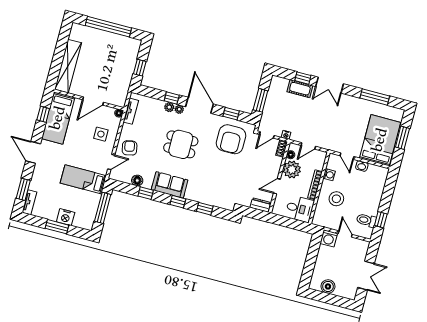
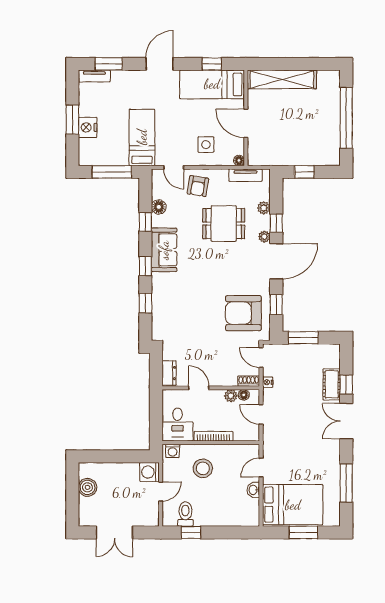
plant: (169, 107) -> (264, 208), moved
dining table: (181, 144) -> (224, 224), moved, turned 90
armchair: (130, 148) -> (198, 186), turned 111
plant: (292, 169) -> (231, 396), width x0.53, depth x0.53
washing machine: (329, 175) -> (173, 451), moved

